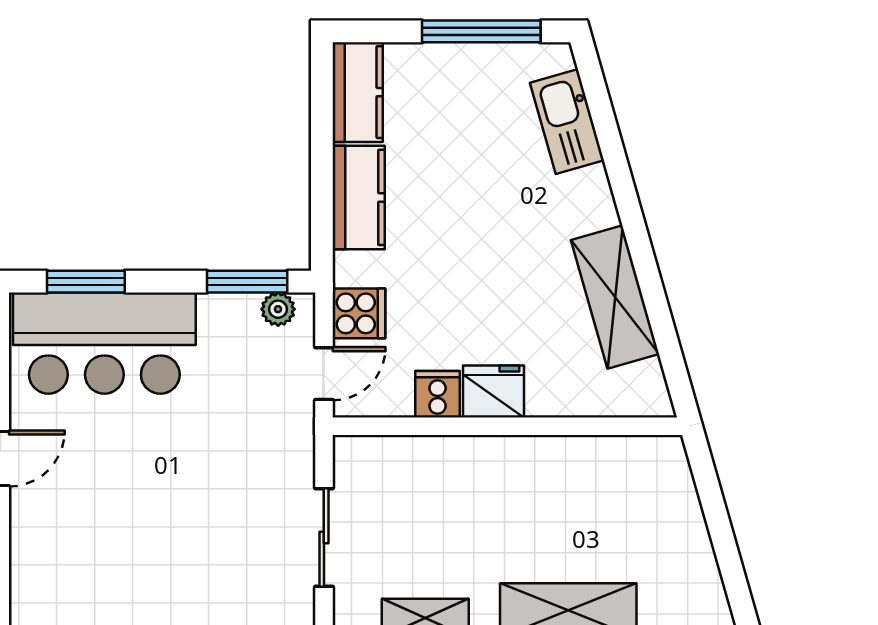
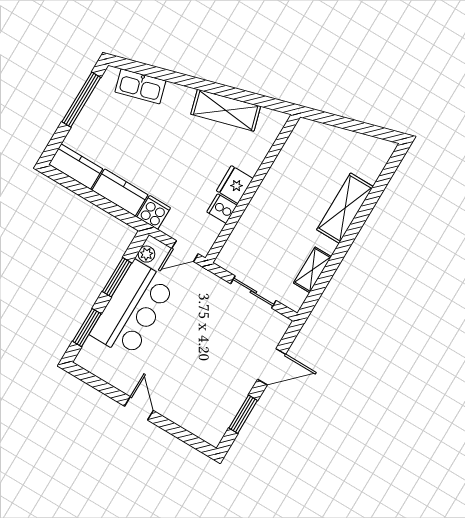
window: (247, 282) -> (117, 277), moved
cooker: (359, 313) -> (154, 212), moved
bar counter: (104, 343) -> (133, 309), moved
door: (324, 374) -> (185, 251), swing flipped

